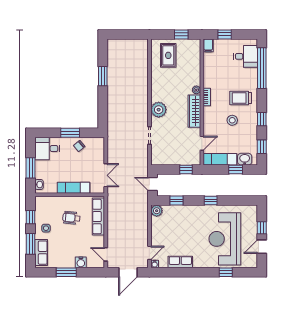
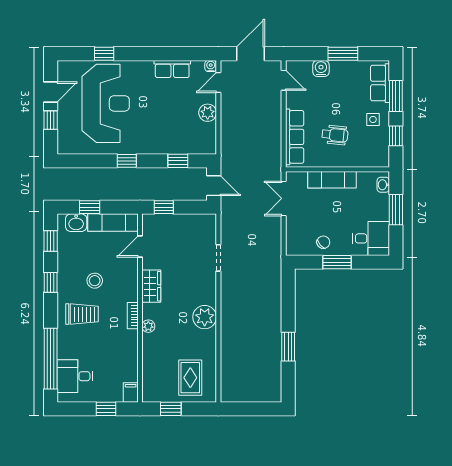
plant: (159, 110) -> (205, 317), moved
wardrobe: (194, 111) -> (151, 286), width x0.67
plant: (157, 211) -> (208, 113), moved

